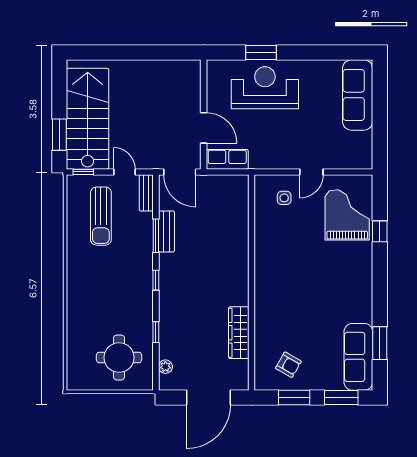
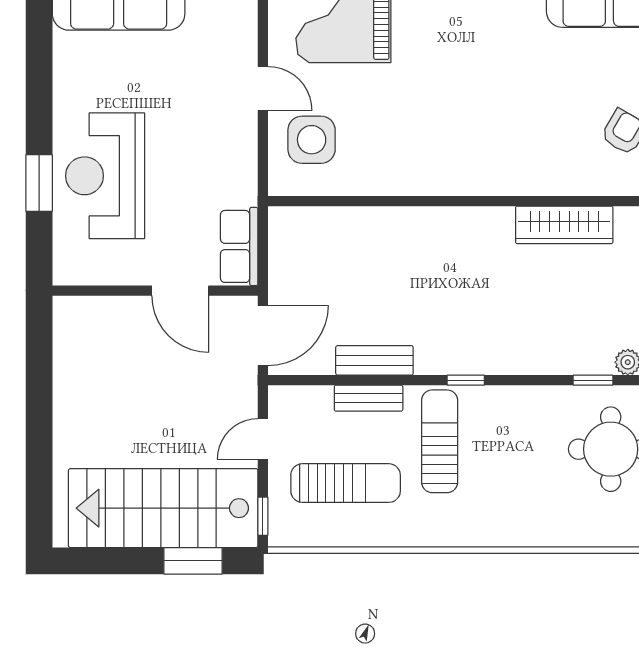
door: (204, 128) -> (180, 291), swing flipped
bench: (146, 193) -> (369, 398), moved
side table: (284, 198) -> (312, 140), width x1.87, depth x1.87
window: (156, 236) -> (383, 380), removed
sun lounger: (123, 266) -> (440, 441), added
window: (156, 332) -> (593, 380), moved

